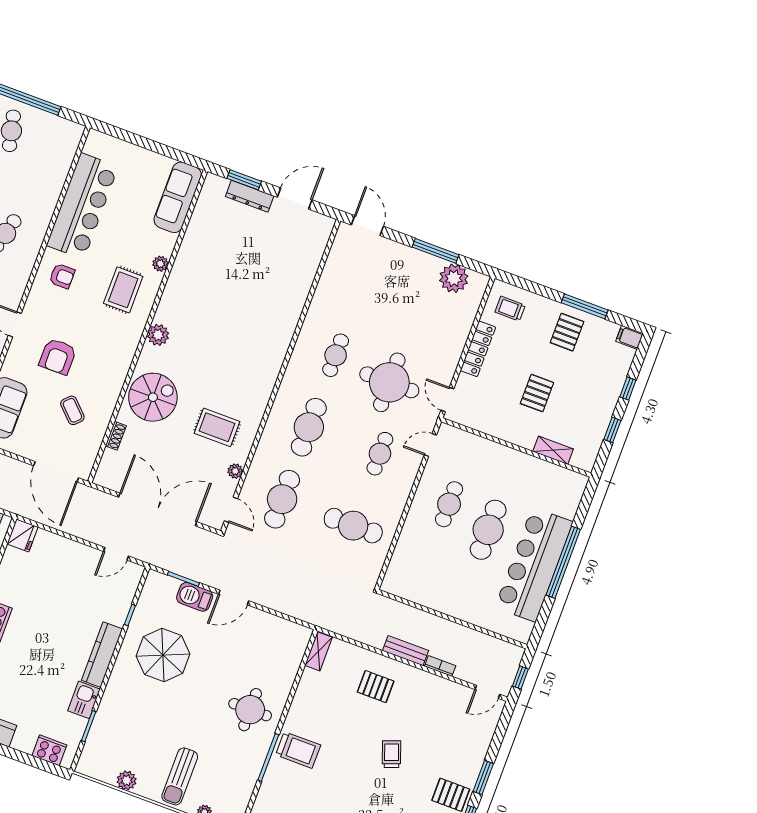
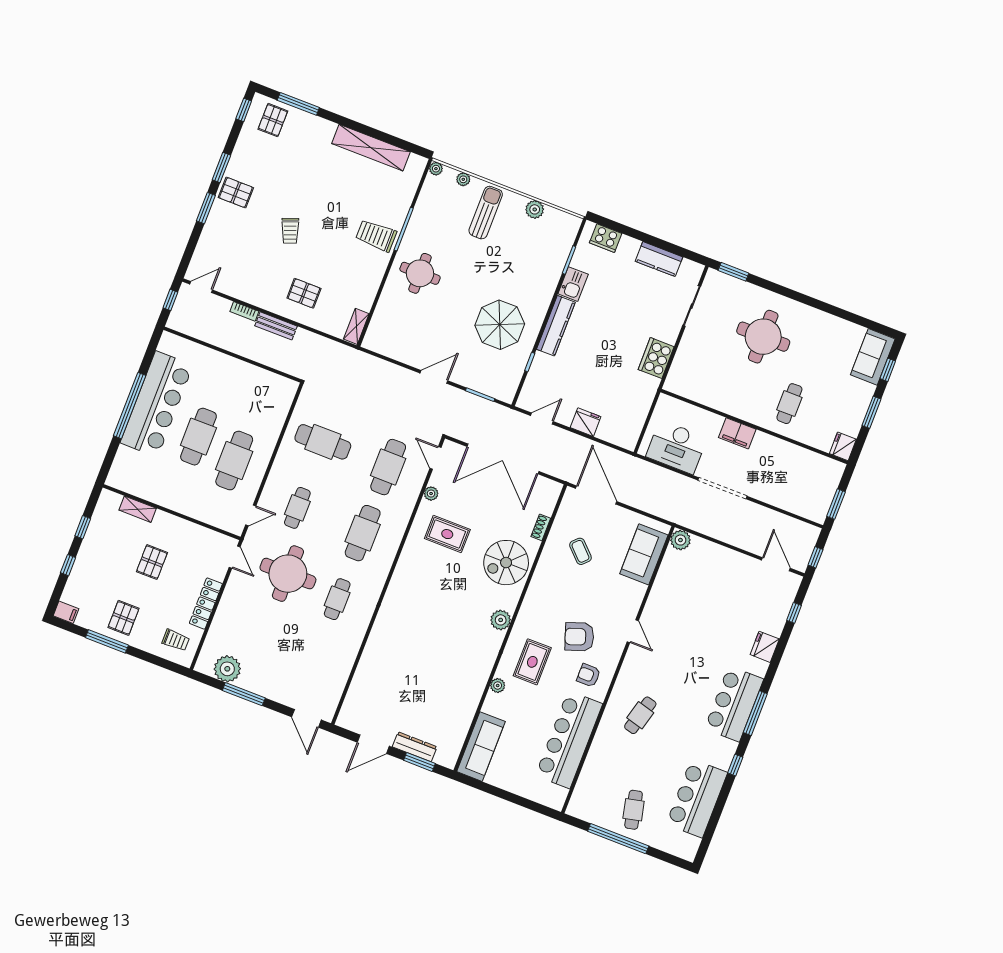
armchair: (58, 356) -> (579, 637), moved, turned -109
cafe table: (449, 504) -> (234, 461), width x1.37, depth x1.35
fridge: (22, 535) -> (586, 422), moved, turned 90
barbecue: (195, 597) -> (470, 378), removed

